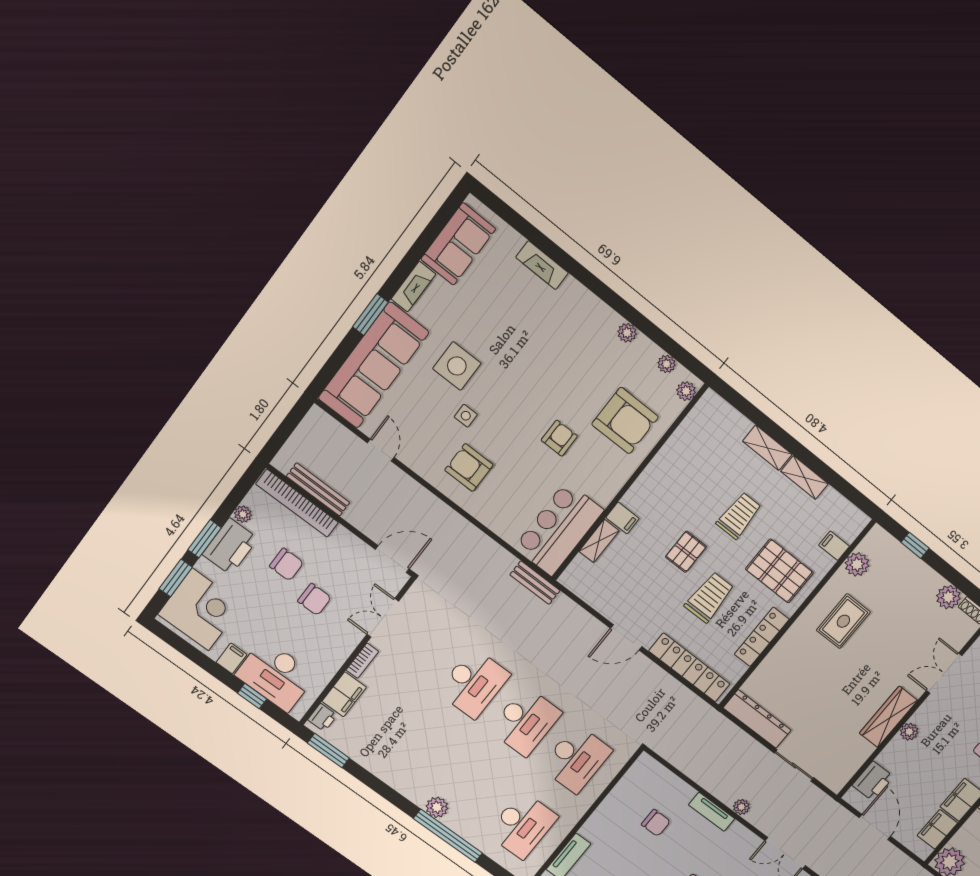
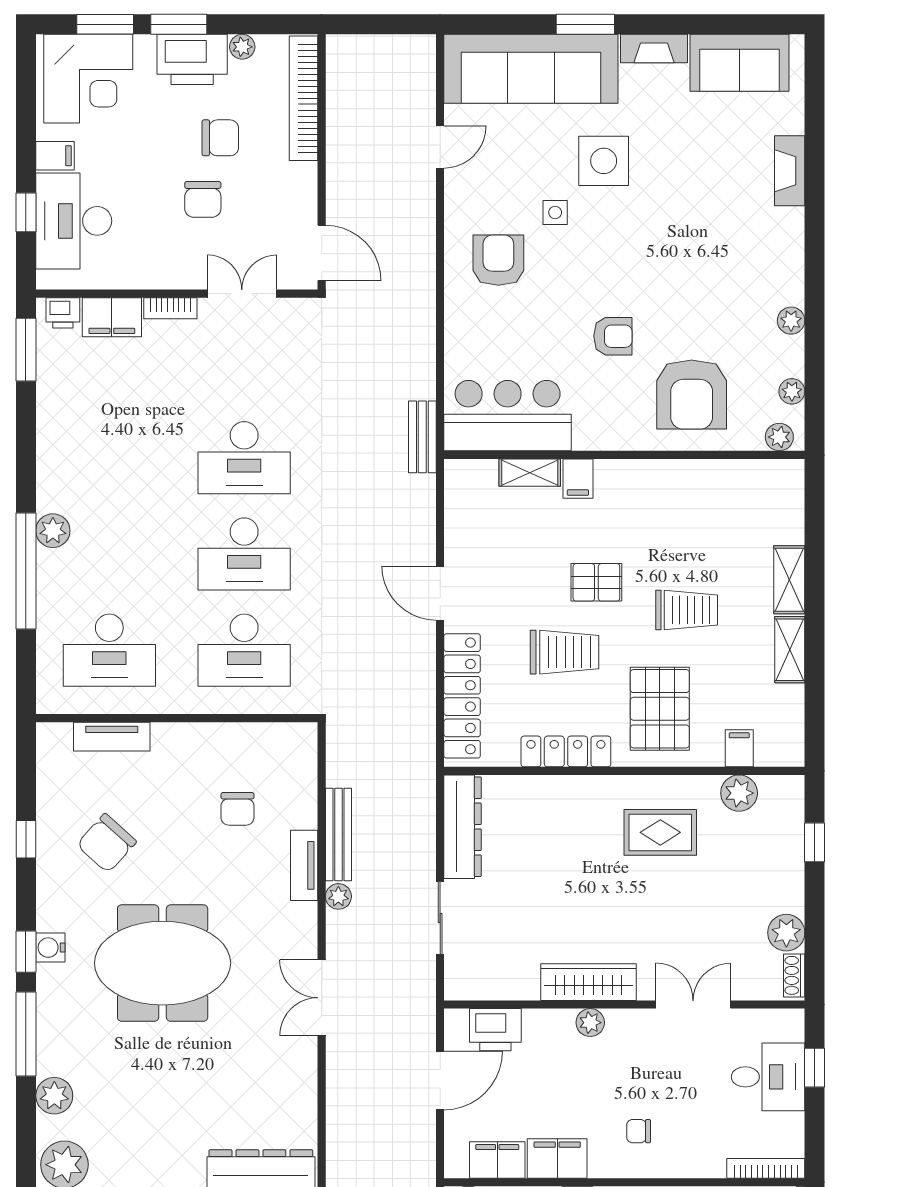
bench: (318, 489) -> (338, 835), moved
chair: (286, 564) -> (220, 138), turned -90

